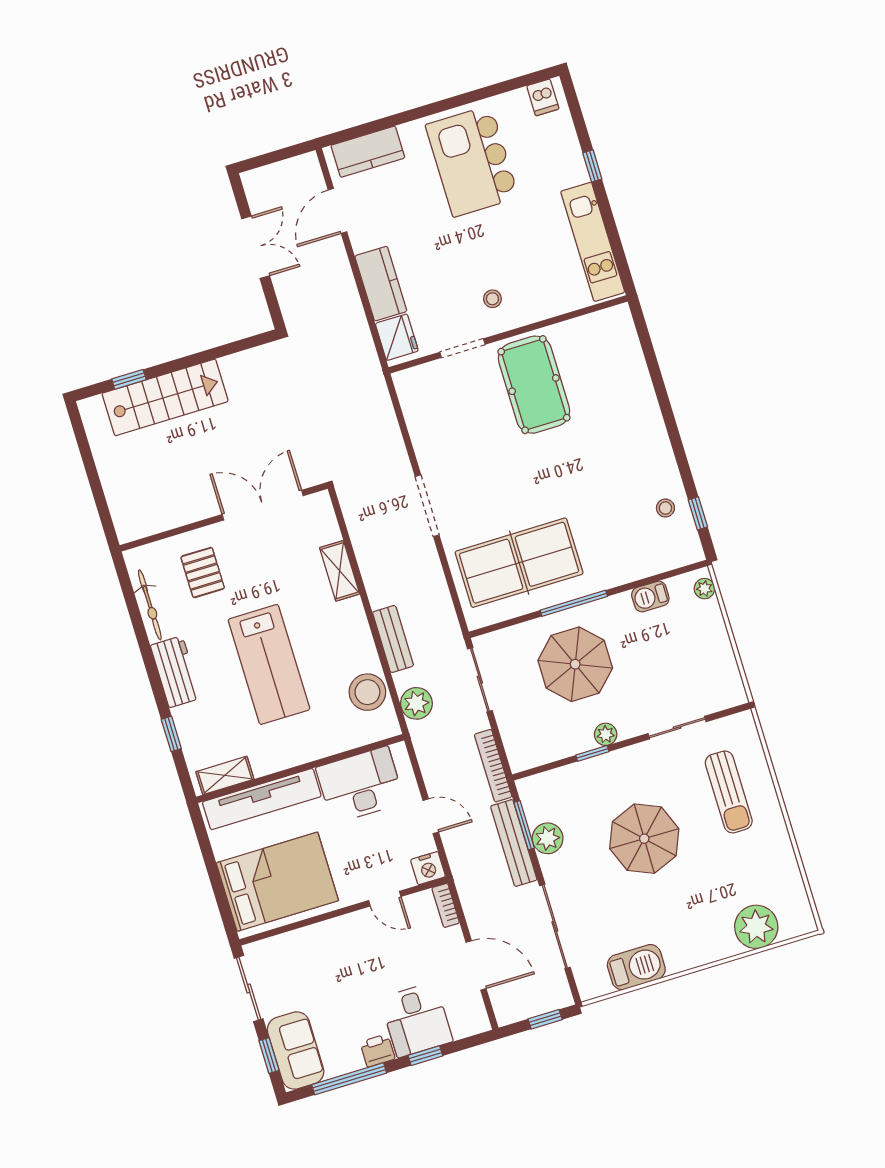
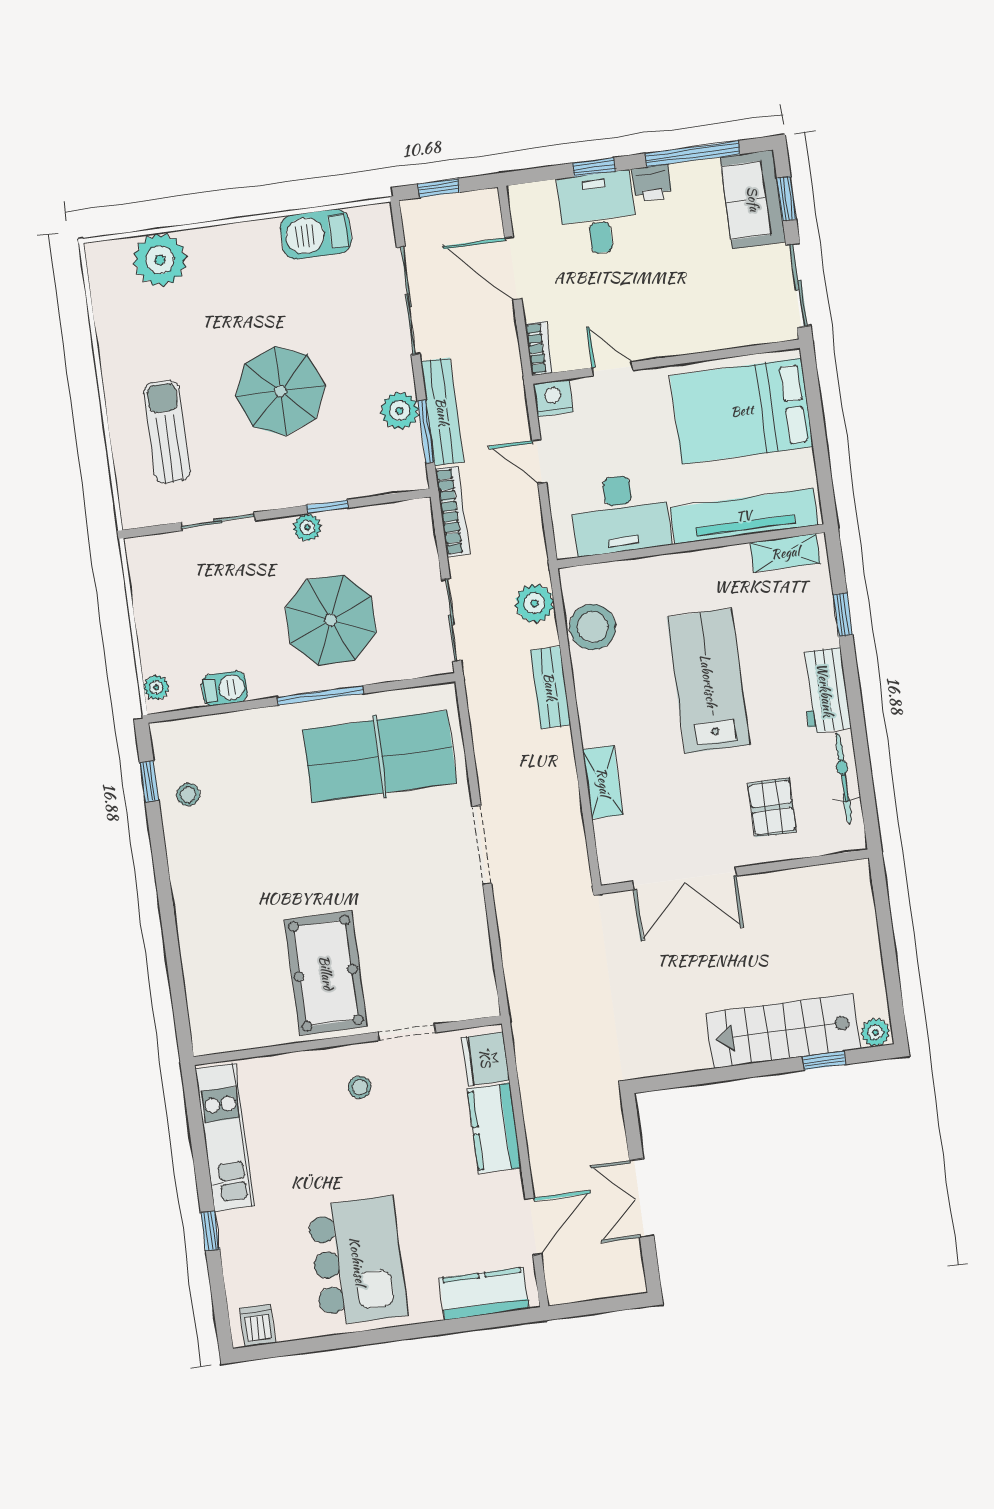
plant: (92, 408) -> (875, 1032), added

